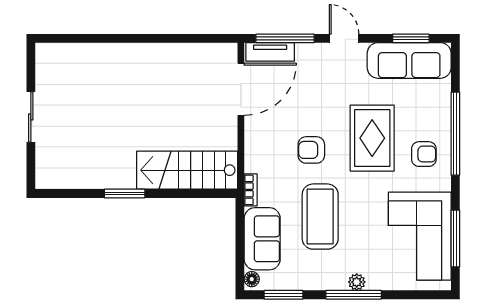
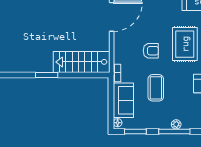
armchair: (311, 150) -> (151, 51), turned 180
coffee table: (320, 217) -> (156, 88), width x0.73, depth x0.76

